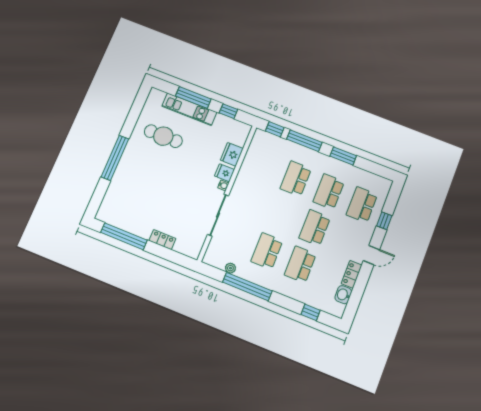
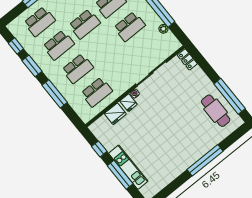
window: (275, 129) -> (16, 46), moved
cafe table: (163, 136) -> (216, 111), moved
school desk: (263, 166) -> (97, 92), added
locker: (162, 240) -> (187, 59), moved

